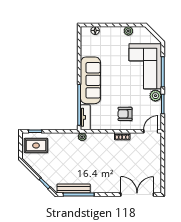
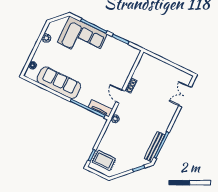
sofa: (90, 80) -> (59, 83), moved
plant: (155, 96) -> (111, 42), removed
armchair: (125, 114) -> (113, 74), removed
door: (151, 131) -> (120, 96), moved
rug: (36, 146) -> (104, 160), turned 90
double door: (137, 194) -> (185, 96), width x0.73

